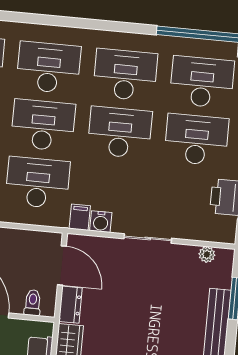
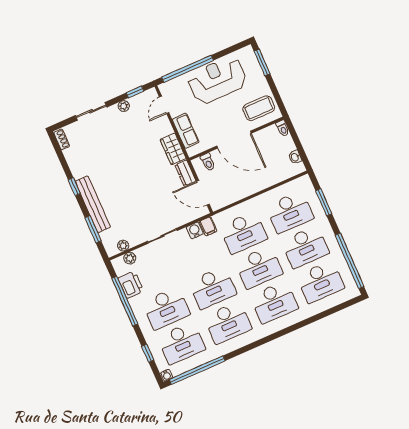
plant: (207, 233) -> (130, 258), added

